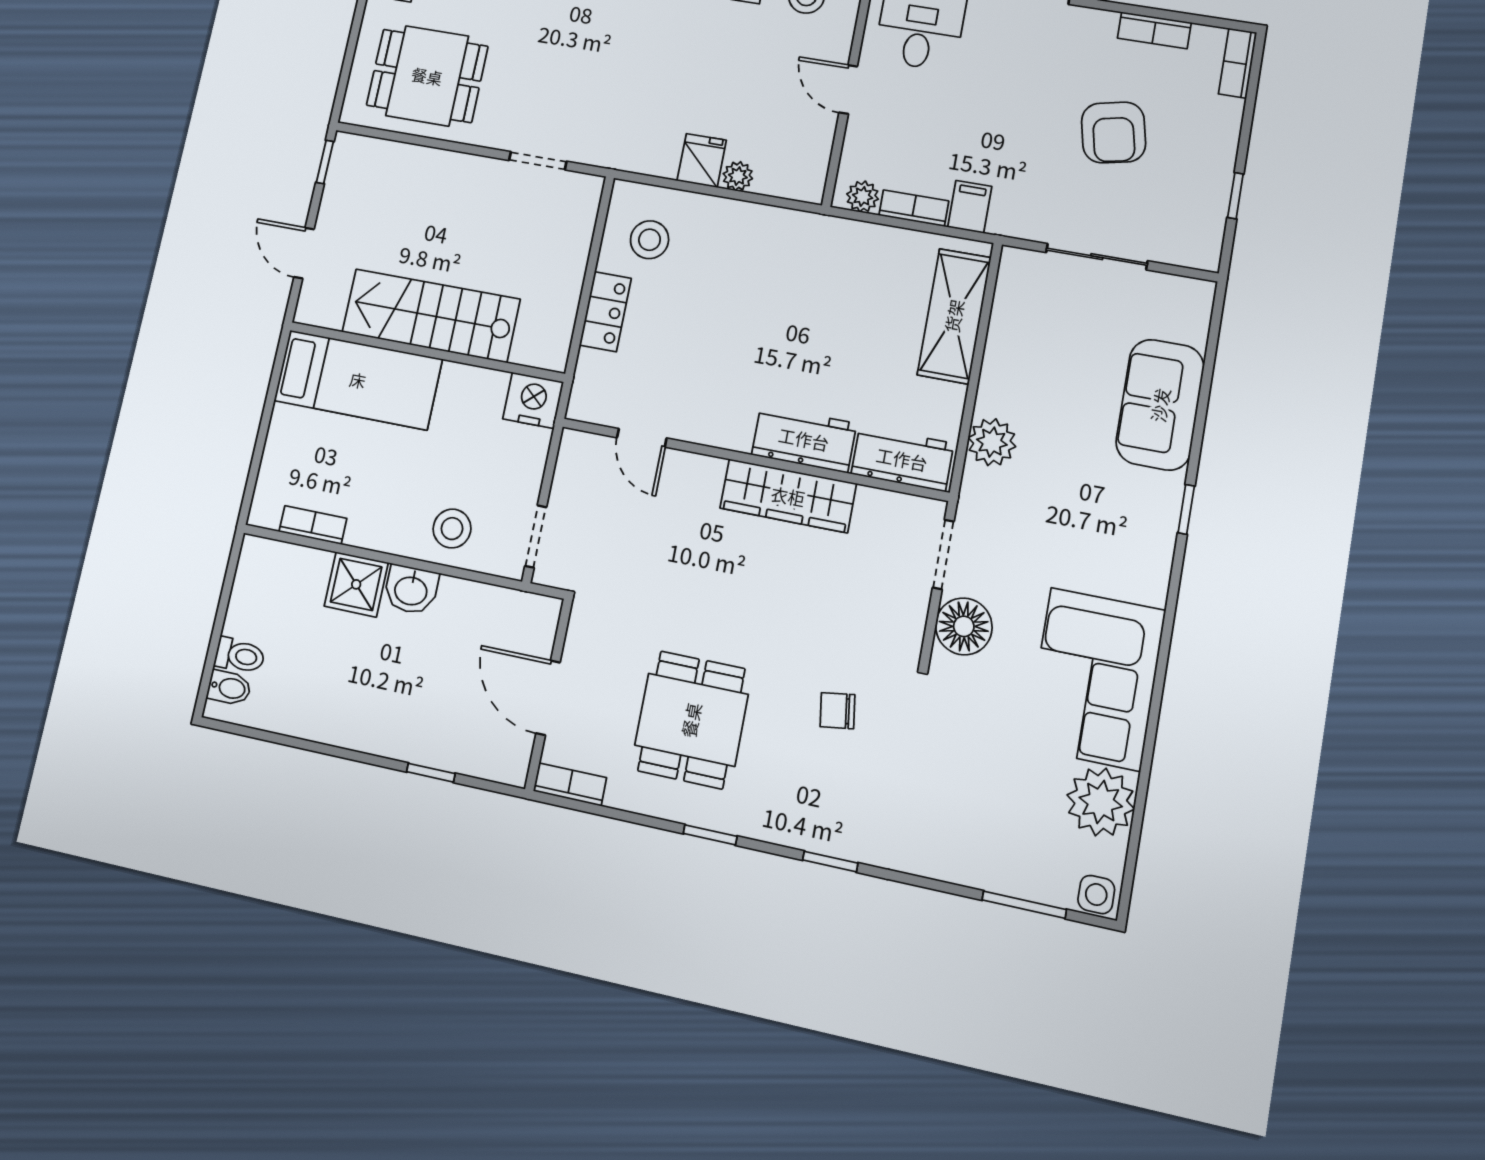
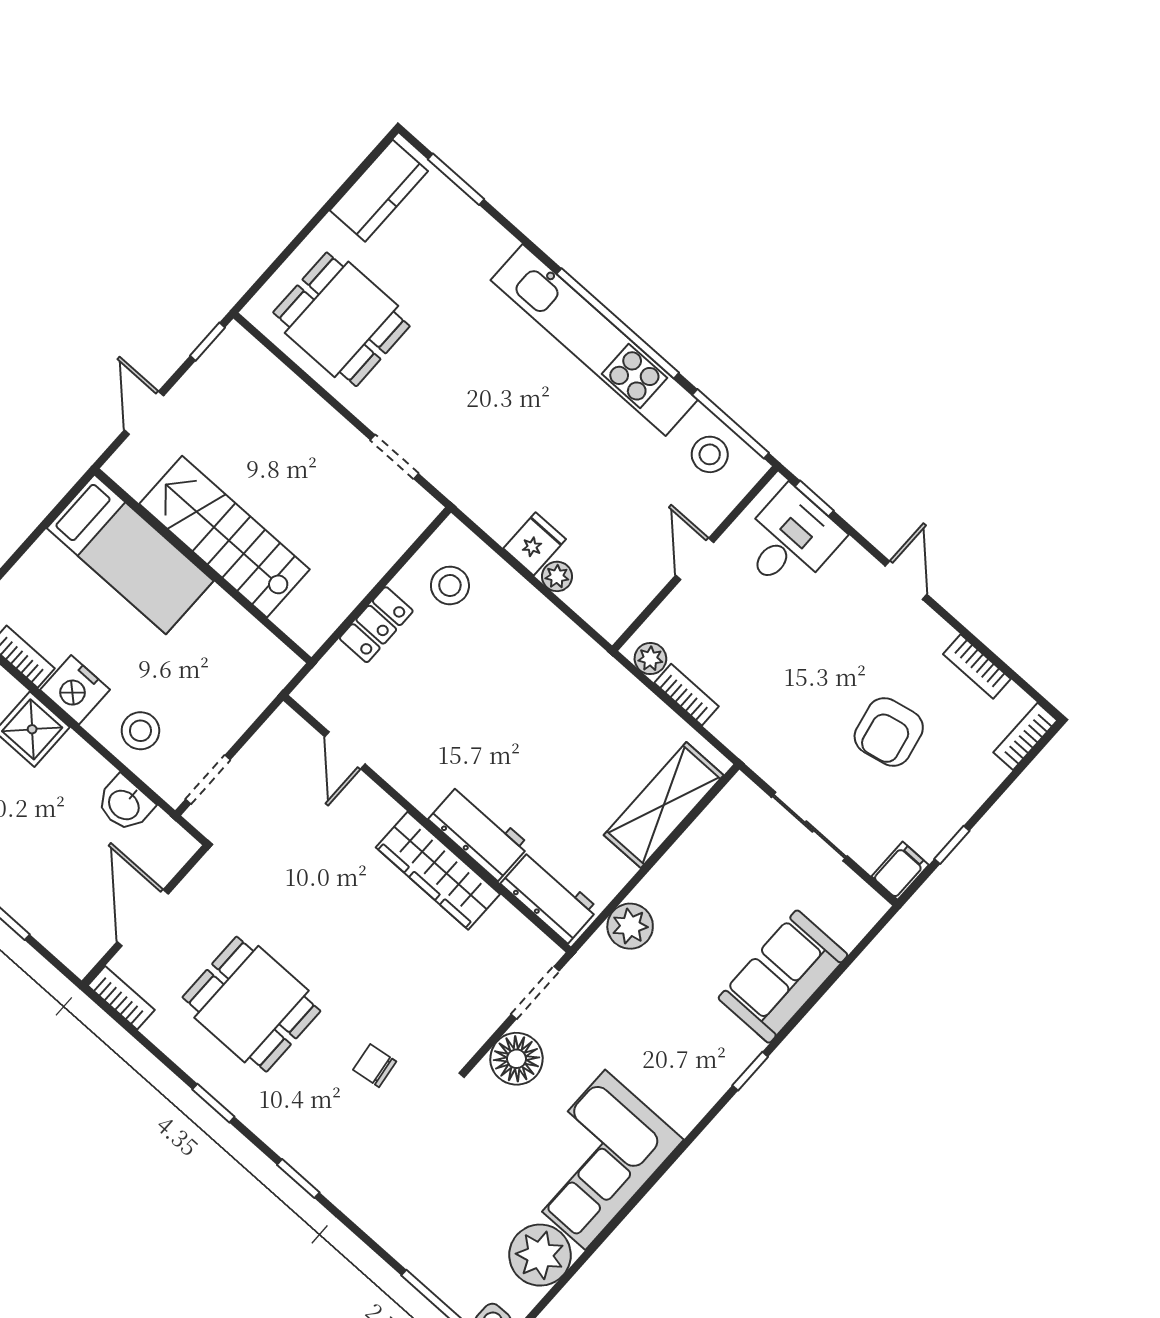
filing cabinet: (970, 207) -> (900, 871), moved
nightstand: (533, 400) -> (75, 690), moved, turned 180
washbasin: (411, 590) -> (125, 804), moved
dining table: (691, 720) -> (251, 1004), turned 90

